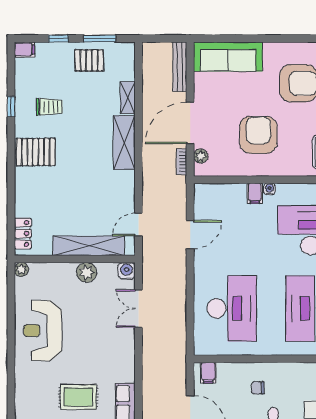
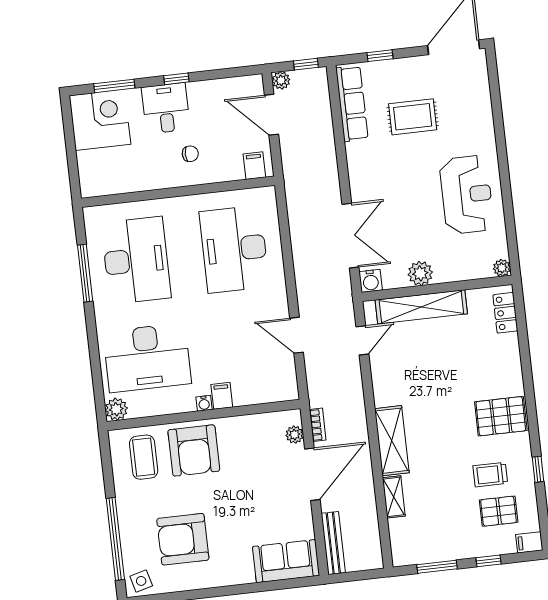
sofa: (228, 57) -> (286, 561), width x0.73
pallet: (89, 60) -> (499, 511), moved
armchair: (258, 135) -> (194, 450), moved
door: (190, 235) -> (297, 335), hinge flipped
double door: (138, 309) -> (350, 236), width x1.37

